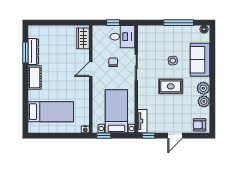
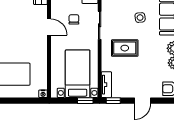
door: (91, 69) -> (49, 27), swing flipped
rug: (171, 86) -> (125, 48), moved
window: (104, 136) -> (85, 101), moved

